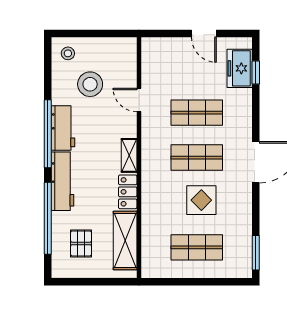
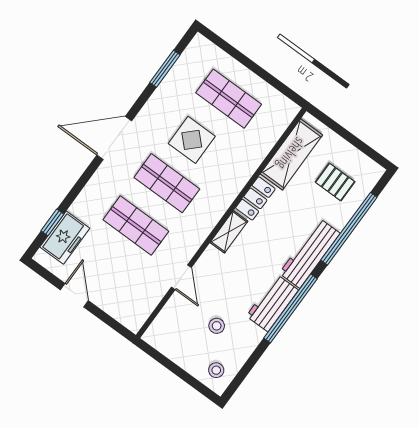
stool: (90, 84) -> (217, 326), width x0.53, depth x0.53
pallet: (81, 243) -> (335, 182), turned 90
window: (256, 253) -> (165, 69), moved

